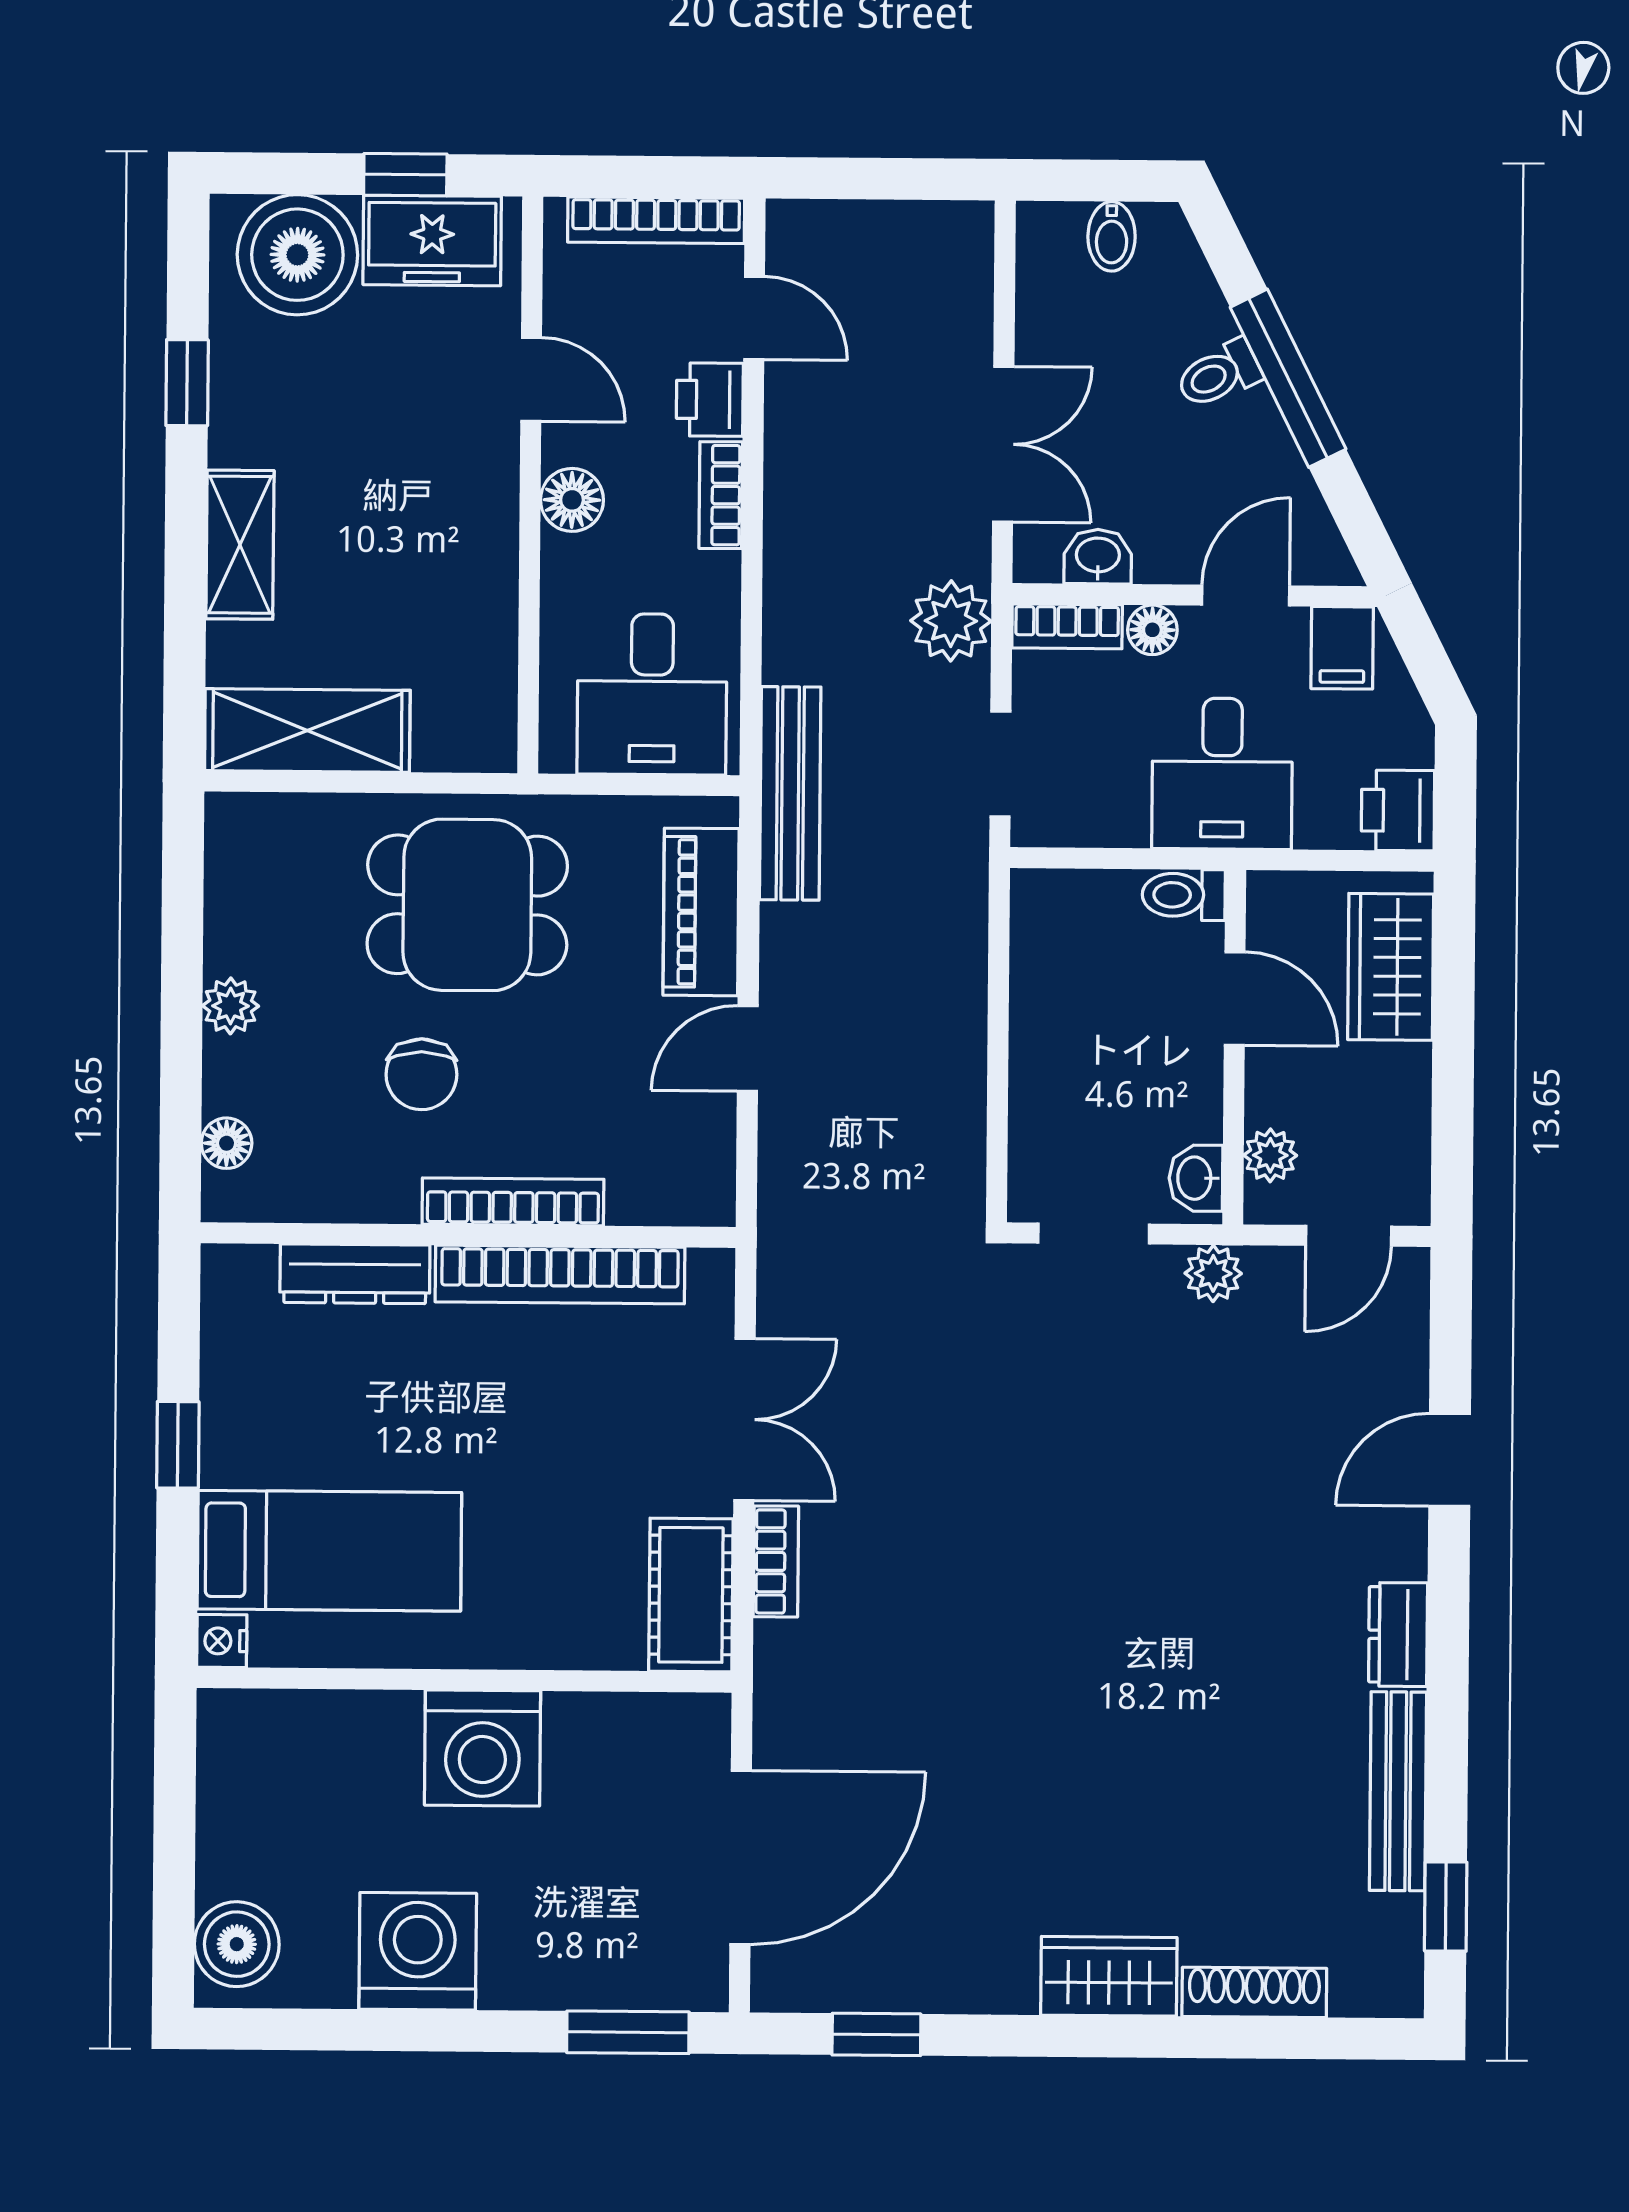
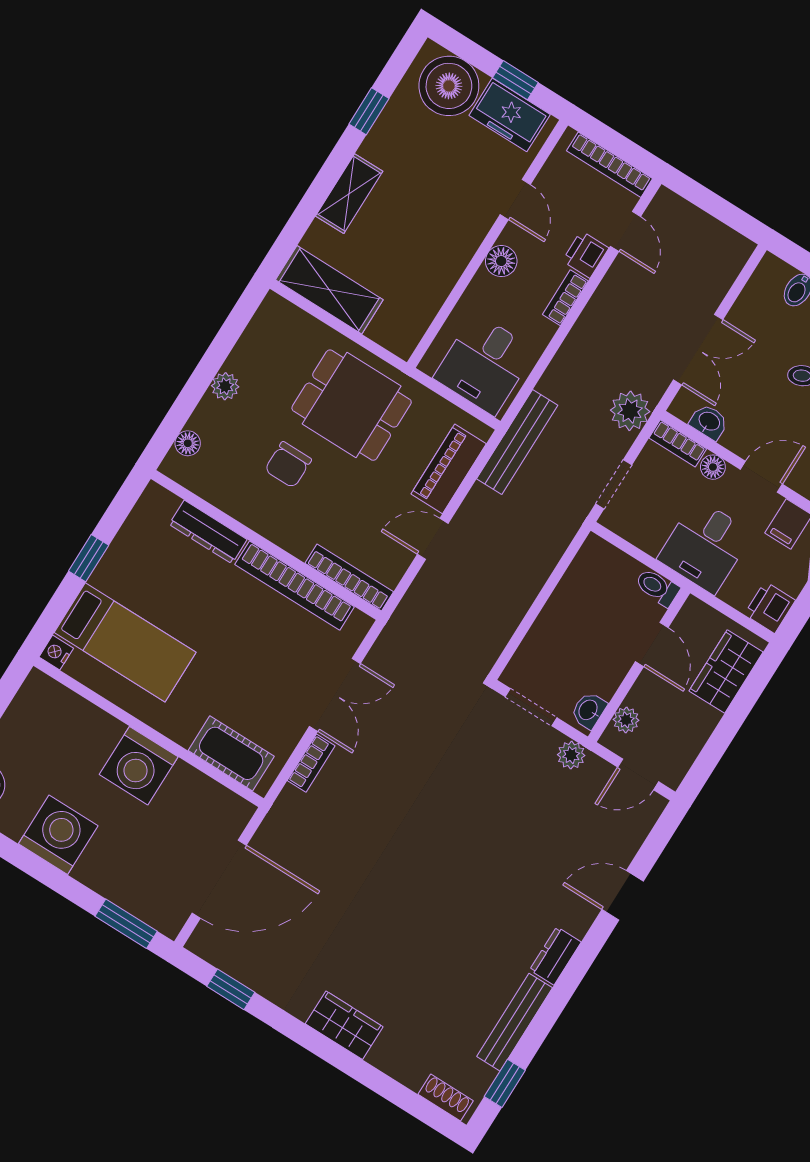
bookcase: (513, 1202) -> (349, 577), moved
cot: (691, 1595) -> (231, 753), moved, turned 90
shoe rack: (1254, 1992) -> (446, 1097), moved, width x0.70

